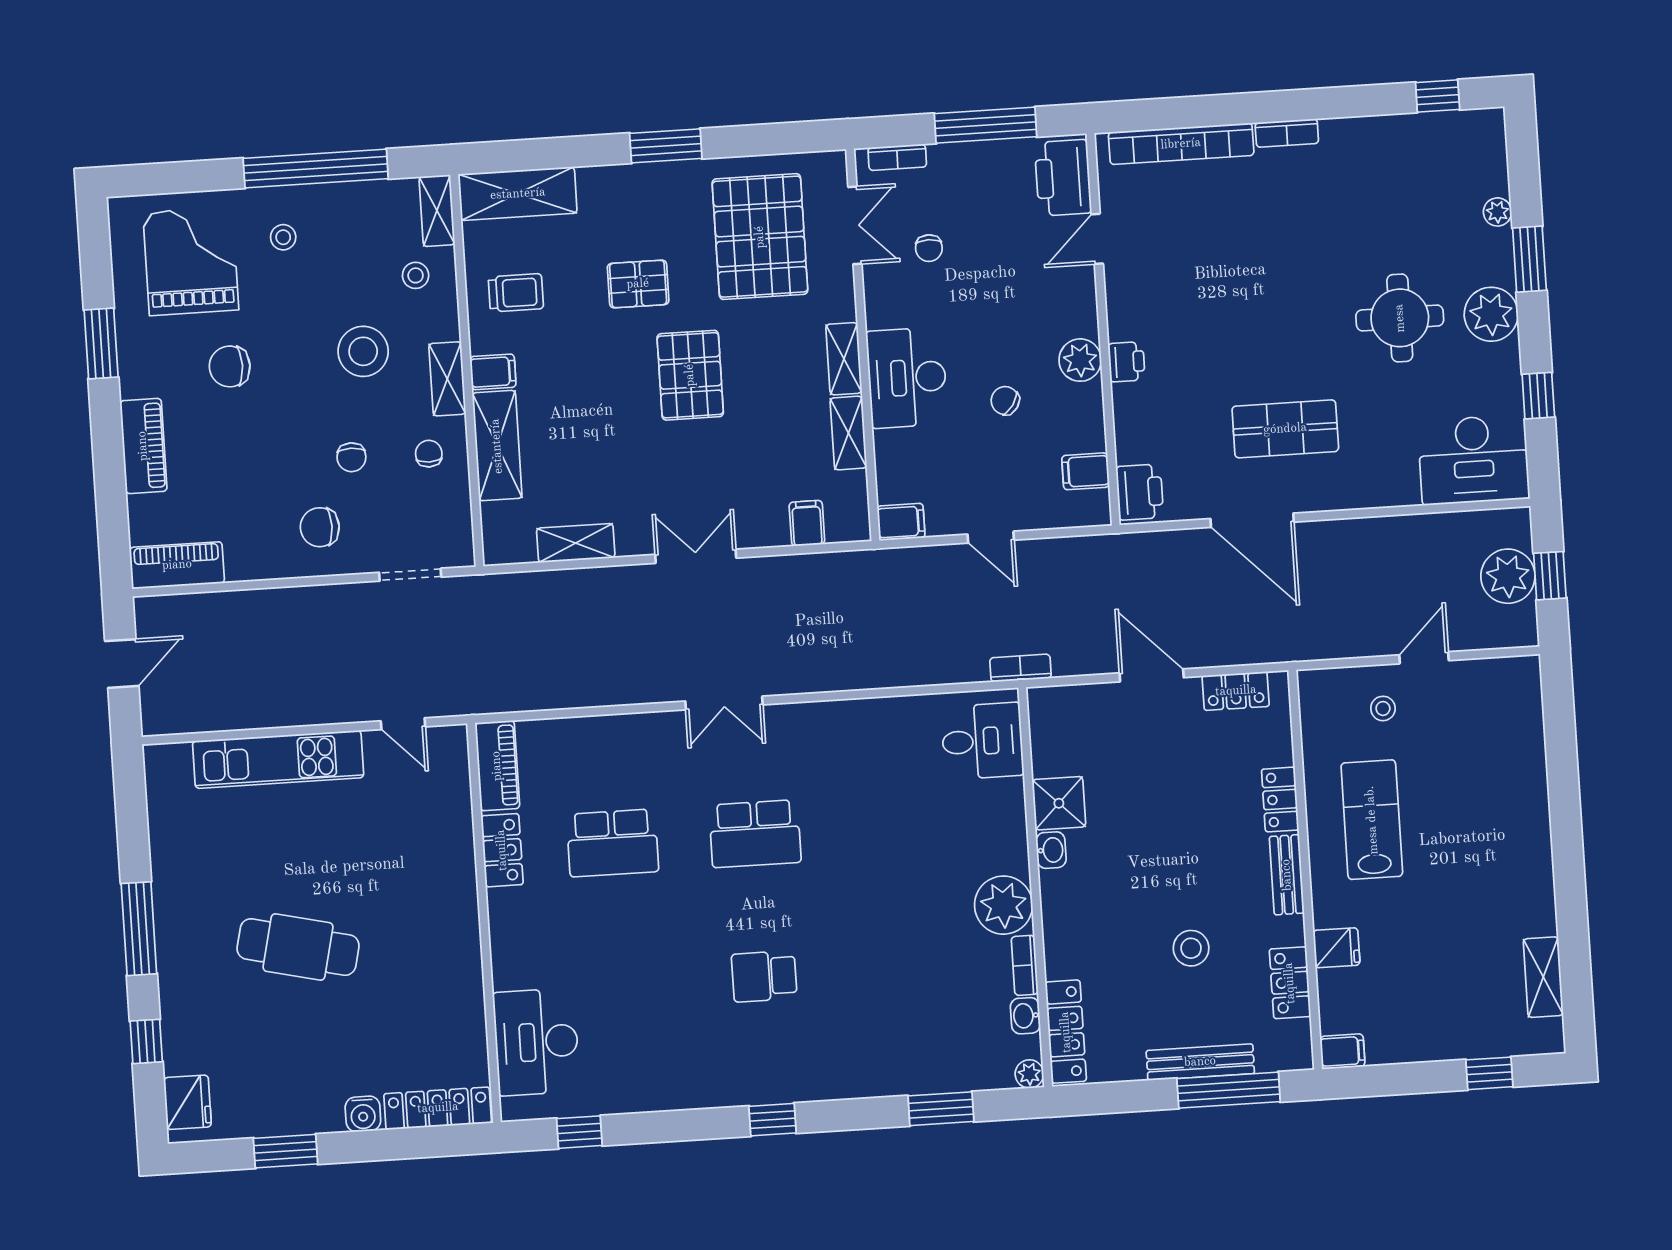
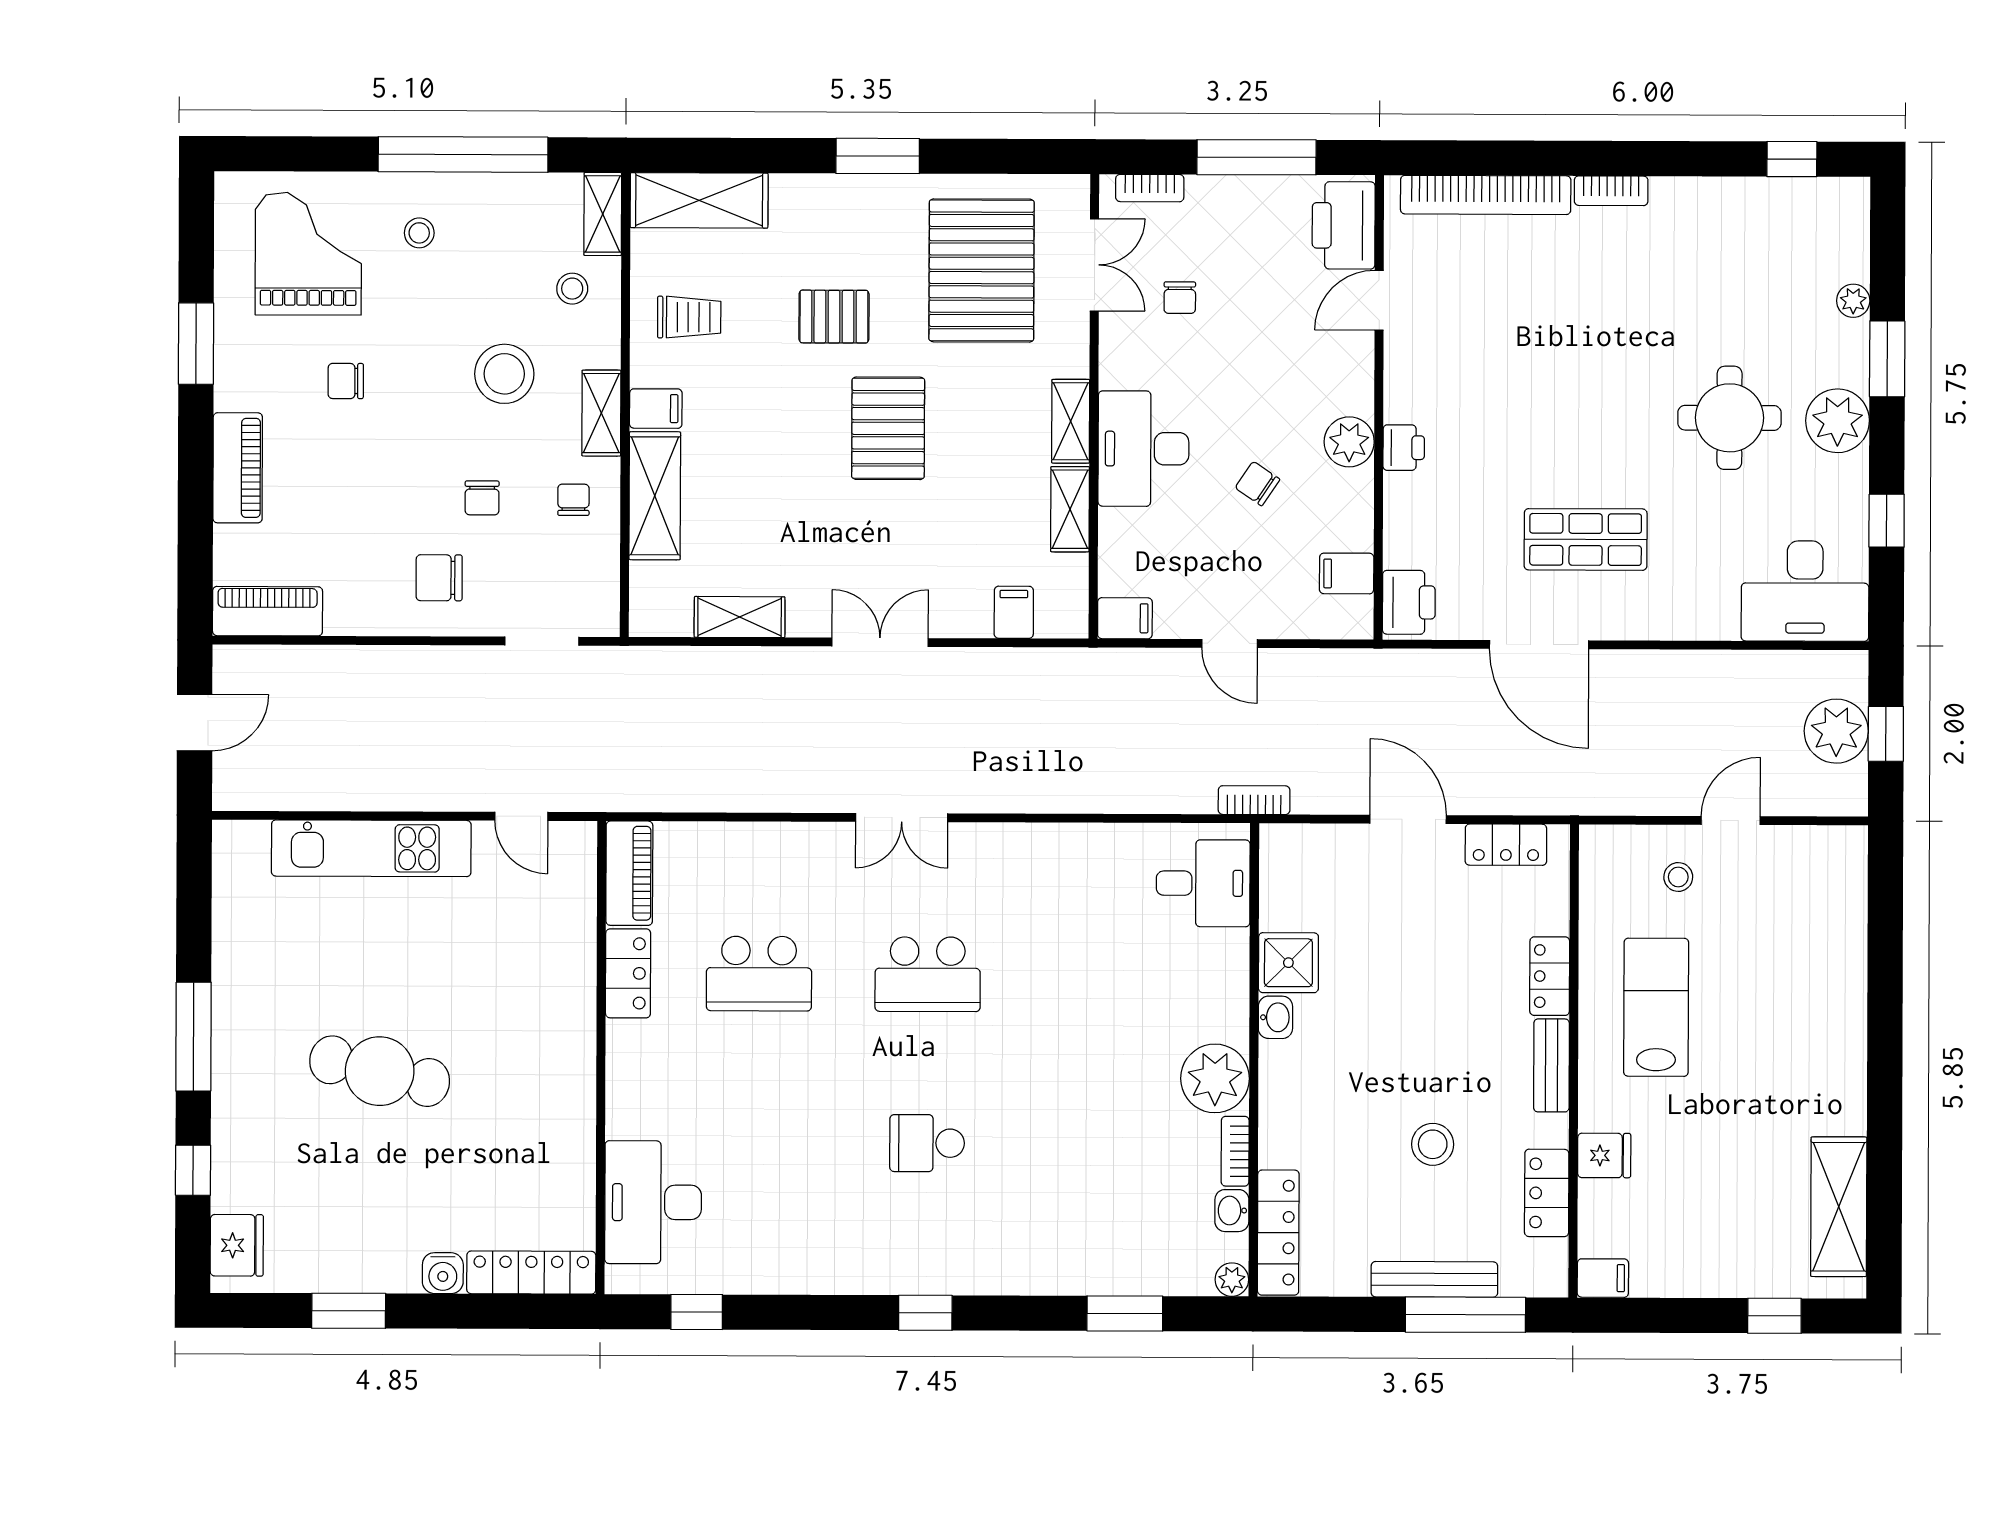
chair: (230, 366) -> (346, 381), width x0.73, depth x0.73
shelving: (1543, 977) -> (1839, 1207), width x1.50, depth x1.33

